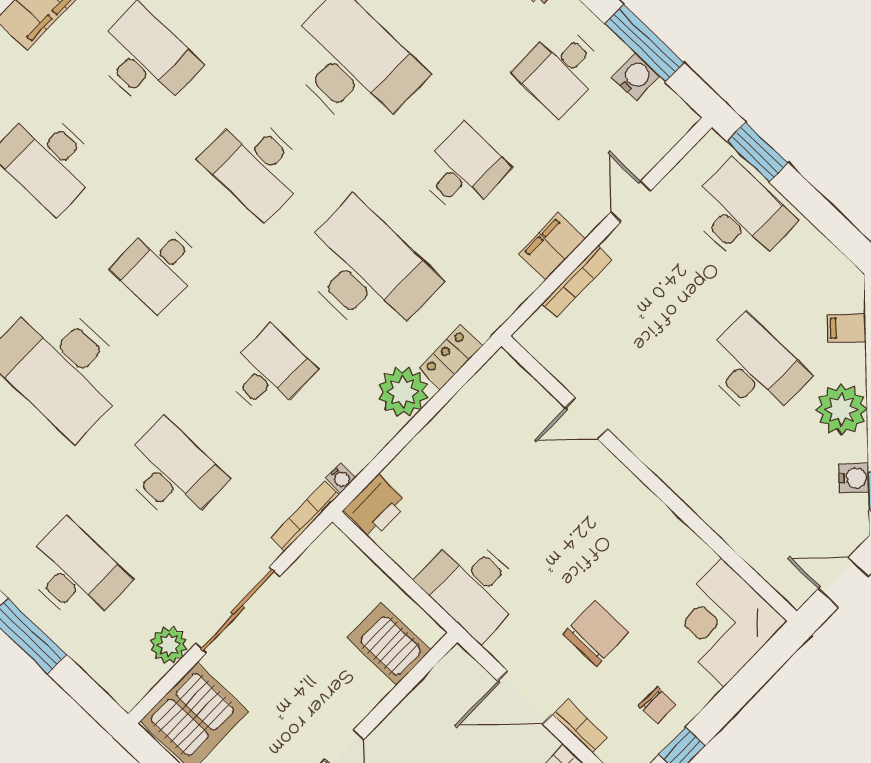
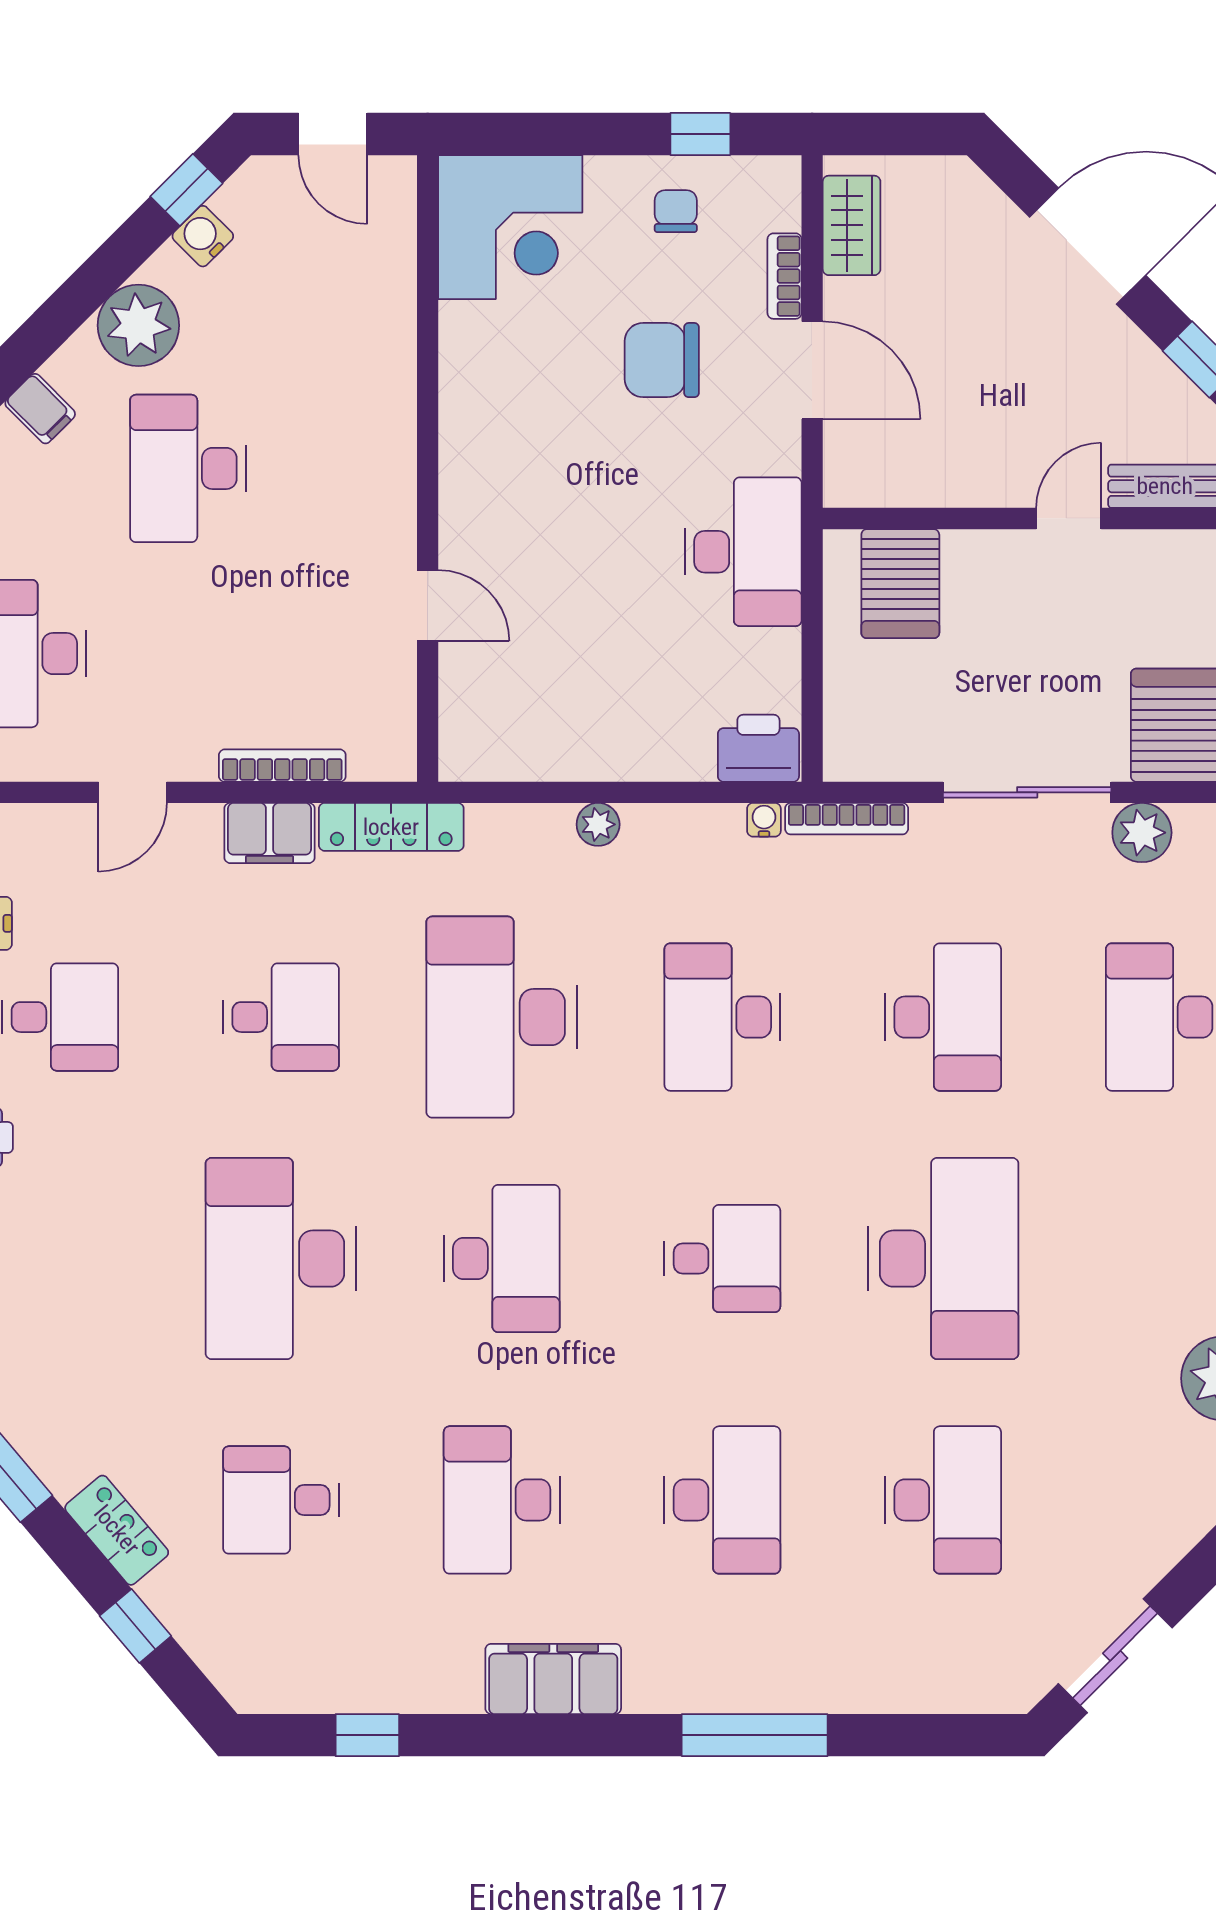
desk: (463, 171) -> (281, 1017), turned 180
locker: (451, 357) -> (391, 827), moved, width x1.53
desk: (269, 372) -> (722, 1017), width x1.37
plant: (403, 392) -> (598, 824), width x0.53, depth x0.53
desk: (172, 473) -> (943, 1017), turned 180

